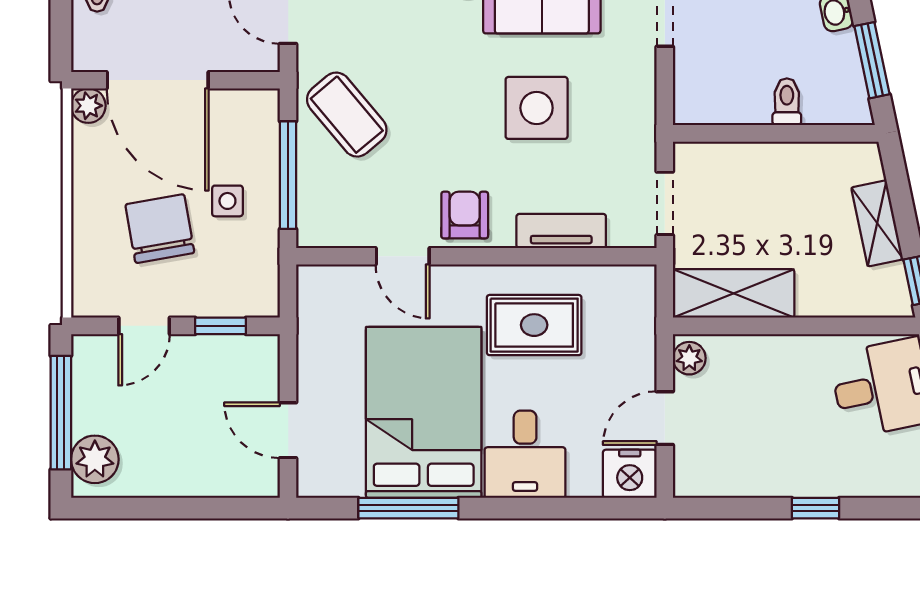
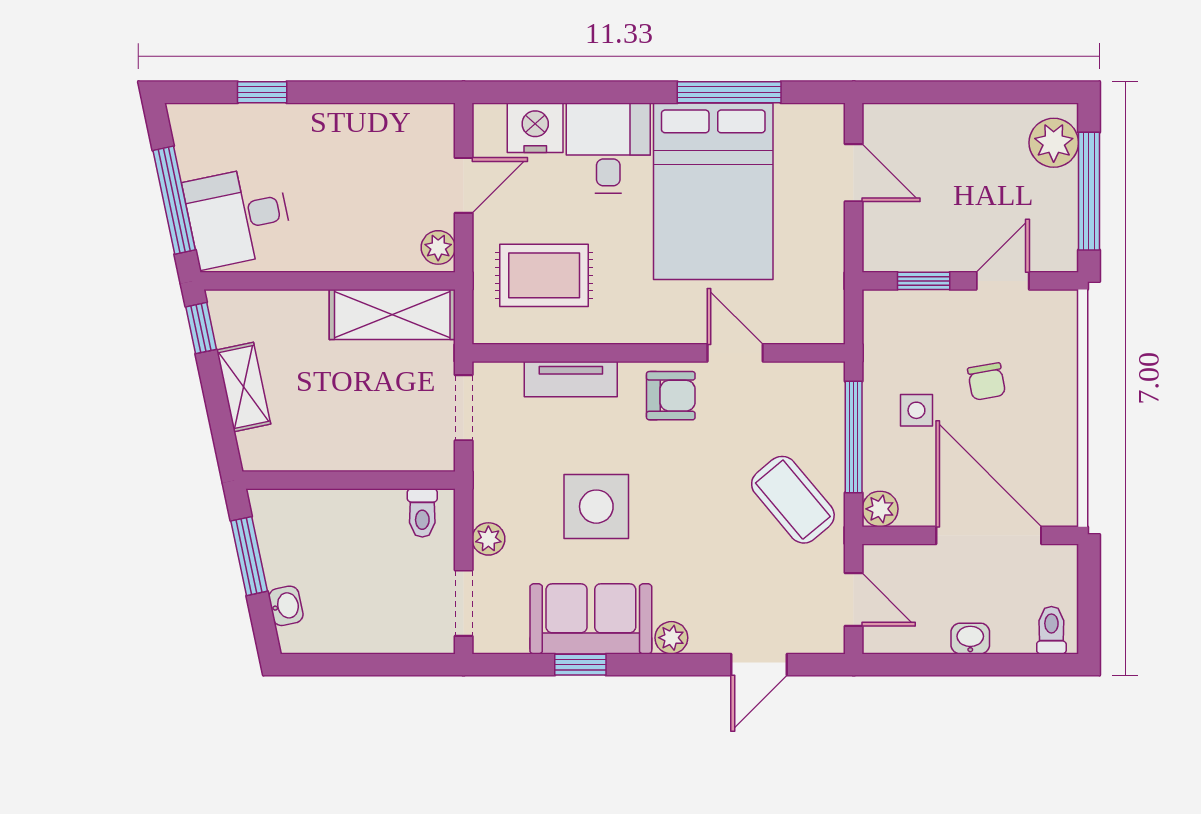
plant: (641, 77) -> (488, 539), added
toilet: (787, 102) -> (422, 513), moved
plant: (88, 106) -> (880, 509), moved
armchair: (465, 215) -> (671, 396), turned -90
chair: (160, 229) -> (986, 382), width x0.54, depth x0.54
rug: (534, 325) -> (544, 275), moved
nightstand: (630, 474) -> (535, 128), moved
window: (816, 508) -> (262, 92), moved

